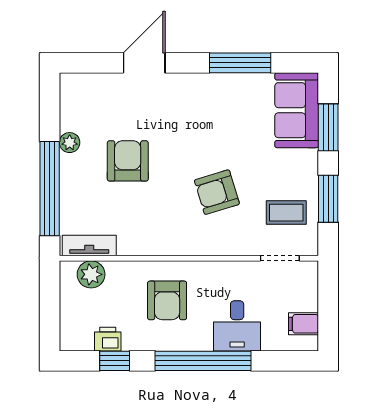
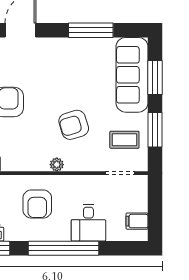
sofa: (297, 110) -> (132, 75), width x1.36
plant: (194, 246) -> (57, 165), added

